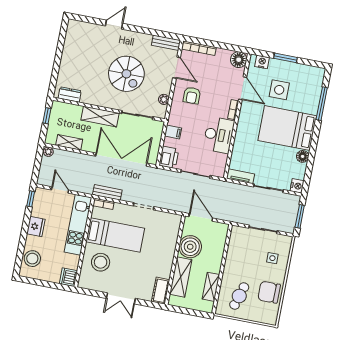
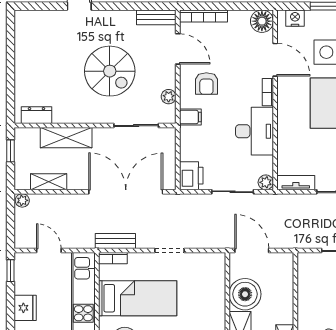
shelving: (100, 117) -> (66, 138), moved
filing cabinet: (173, 132) -> (190, 117), moved
plant: (220, 172) -> (266, 182), added

